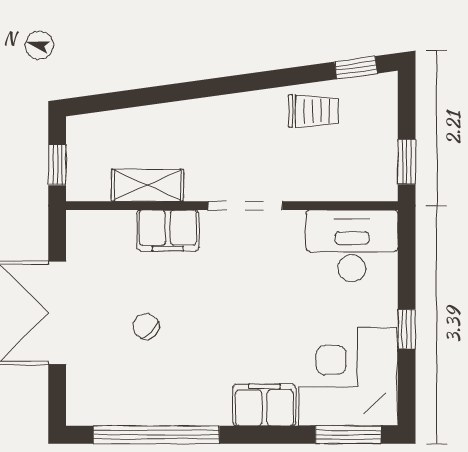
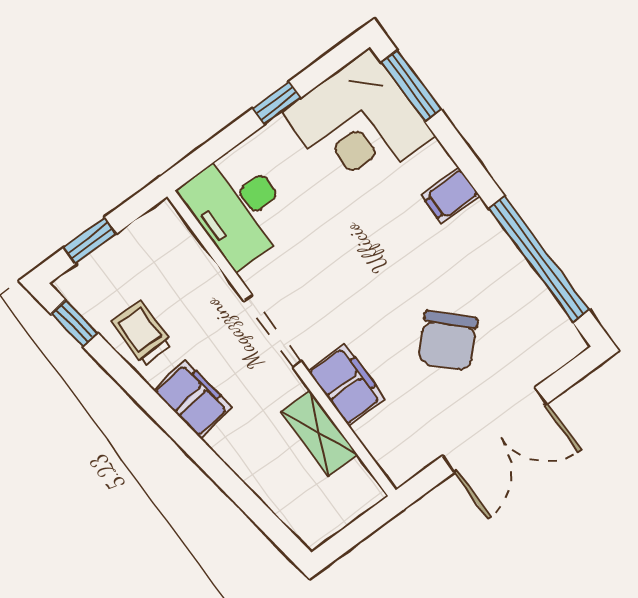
filing cabinet: (239, 113) -> (193, 399), added
window: (407, 162) -> (90, 241), moved
window: (57, 165) -> (361, 528), removed
chair: (146, 326) -> (448, 341), width x1.87, depth x1.87
filing cabinet: (264, 405) -> (450, 195), width x0.50

